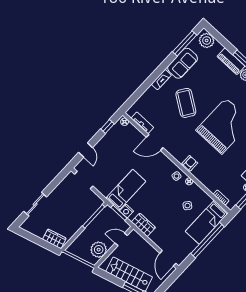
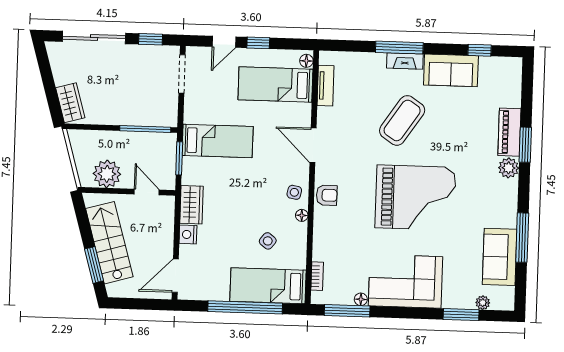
plant: (207, 40) -> (509, 76), removed
window: (185, 43) -> (480, 50), width x0.46
window: (154, 77) -> (399, 48), added
window: (107, 126) -> (258, 43), moved
door: (155, 142) -> (313, 145), moved
bed: (123, 144) -> (275, 85), added
window: (57, 181) -> (151, 39), added
sliding door: (35, 204) -> (94, 37), width x1.37
nightstand: (127, 211) -> (188, 234), moved

